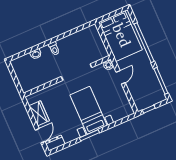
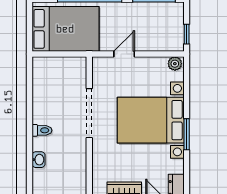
plant: (108, 65) -> (175, 64), moved
door: (121, 77) -> (124, 54), hinge flipped
bed with nightstands: (88, 110) -> (151, 120), width x1.36

